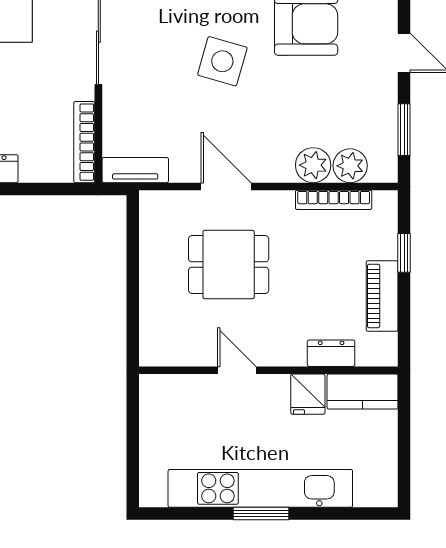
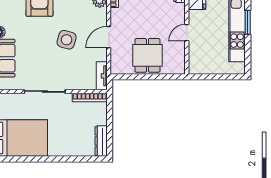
side table: (222, 61) -> (67, 40), moved
dining table: (229, 264) -> (147, 55), moved

